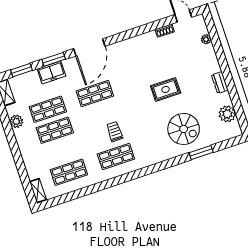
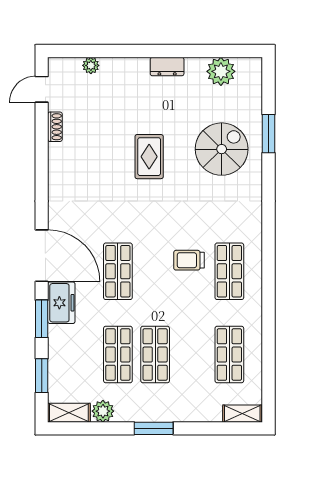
freezer: (51, 72) -> (61, 303), moved
plant: (16, 121) -> (103, 411), moved
window: (13, 143) -> (154, 428), added

